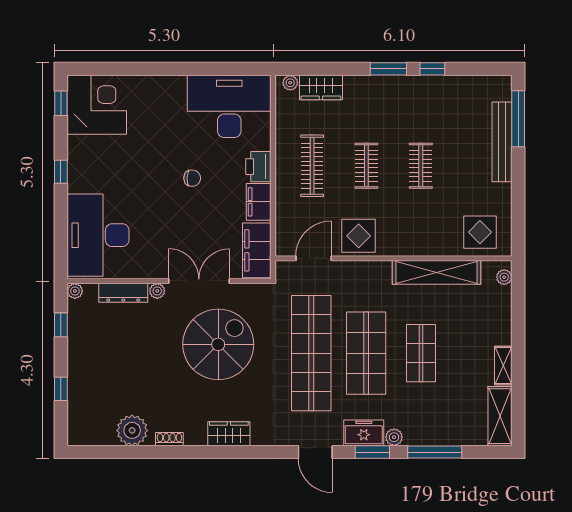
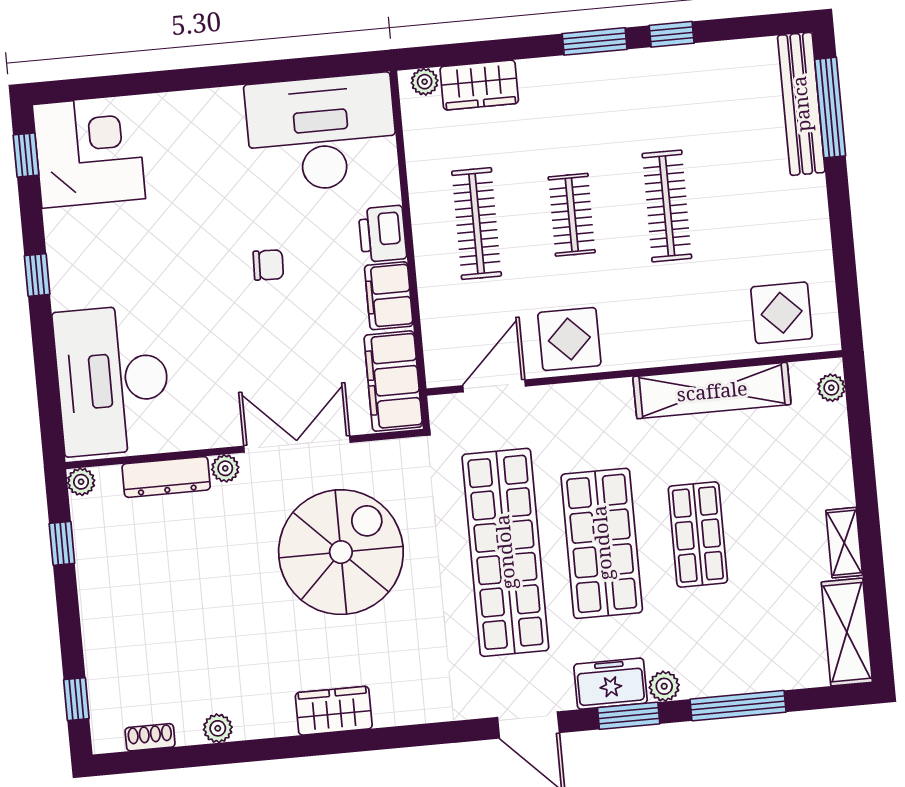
bench: (502, 142) -> (801, 104), moved
clothes rail: (421, 166) -> (667, 206), width x1.36
window: (61, 389) -> (76, 699), moved
plant: (132, 430) -> (218, 728), width x0.53, depth x0.53
wardrobe: (229, 434) -> (334, 711), moved
shoe rack: (169, 439) -> (150, 737), moved

